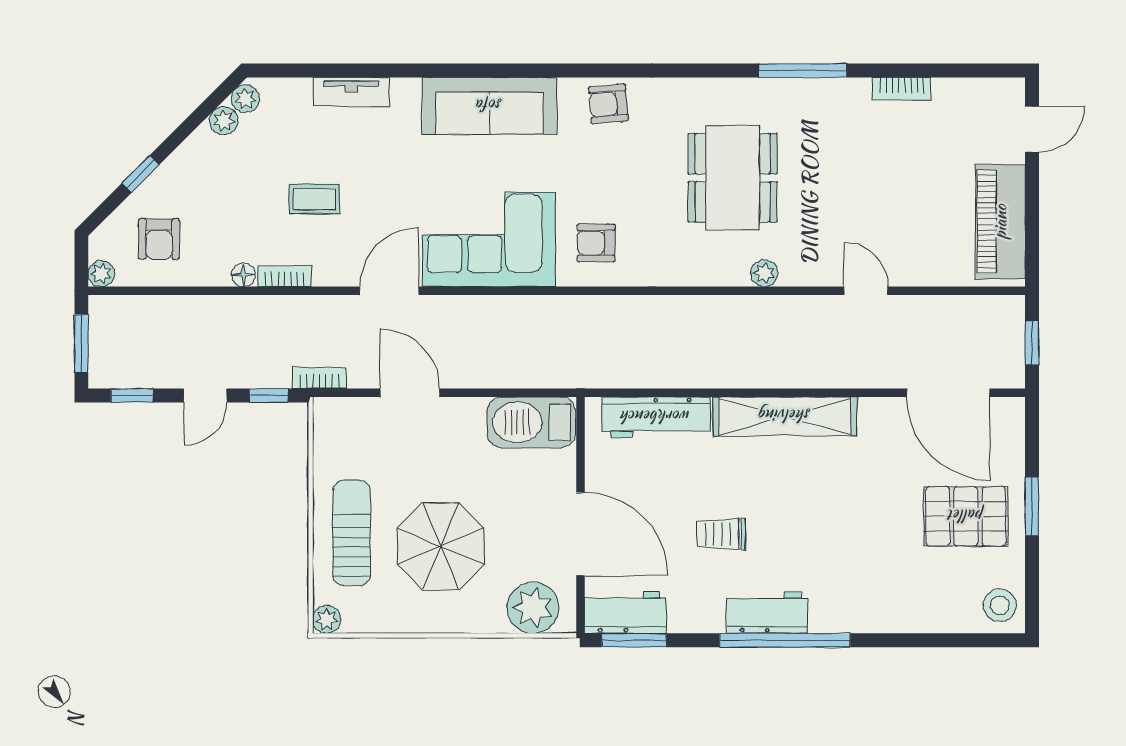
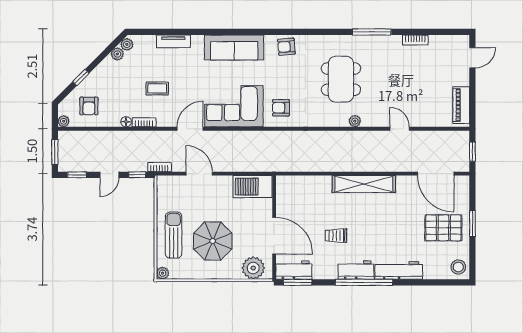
piano: (1000, 222) -> (461, 105), width x0.73, depth x0.75
workbench: (656, 417) -> (399, 270), moved, turned 180

